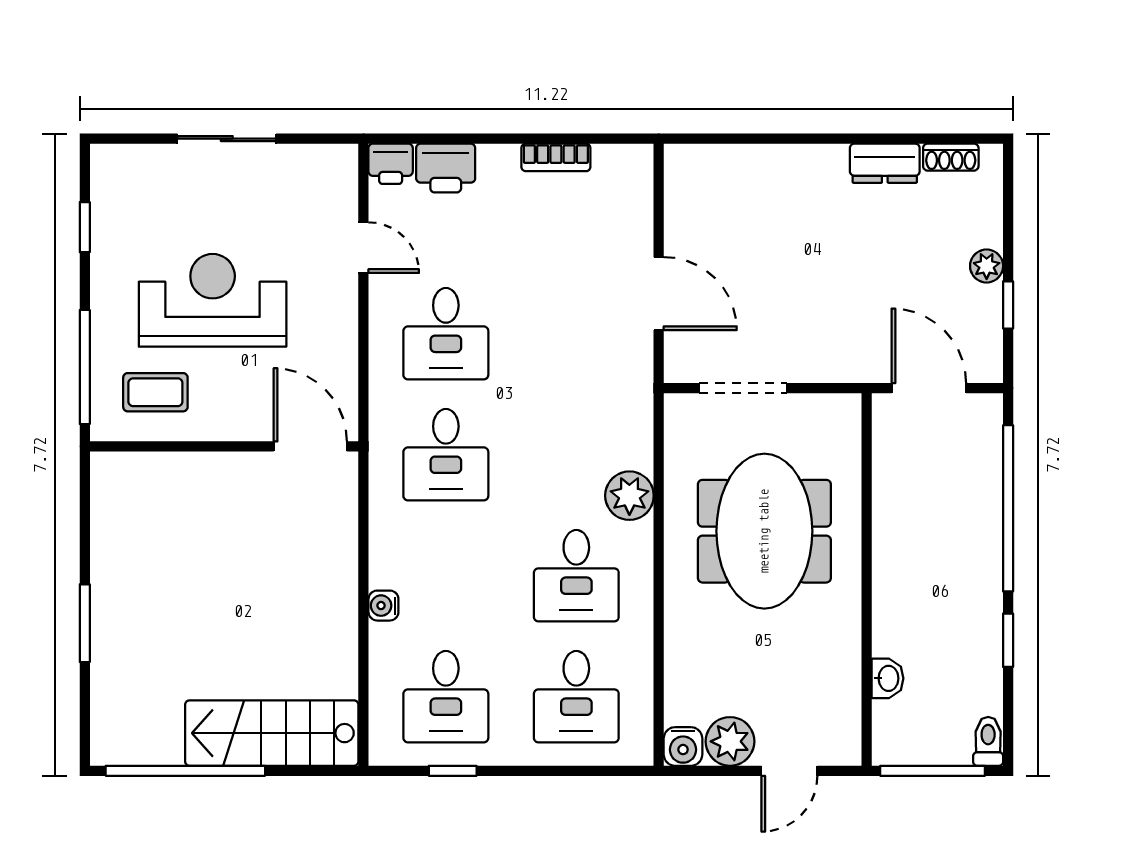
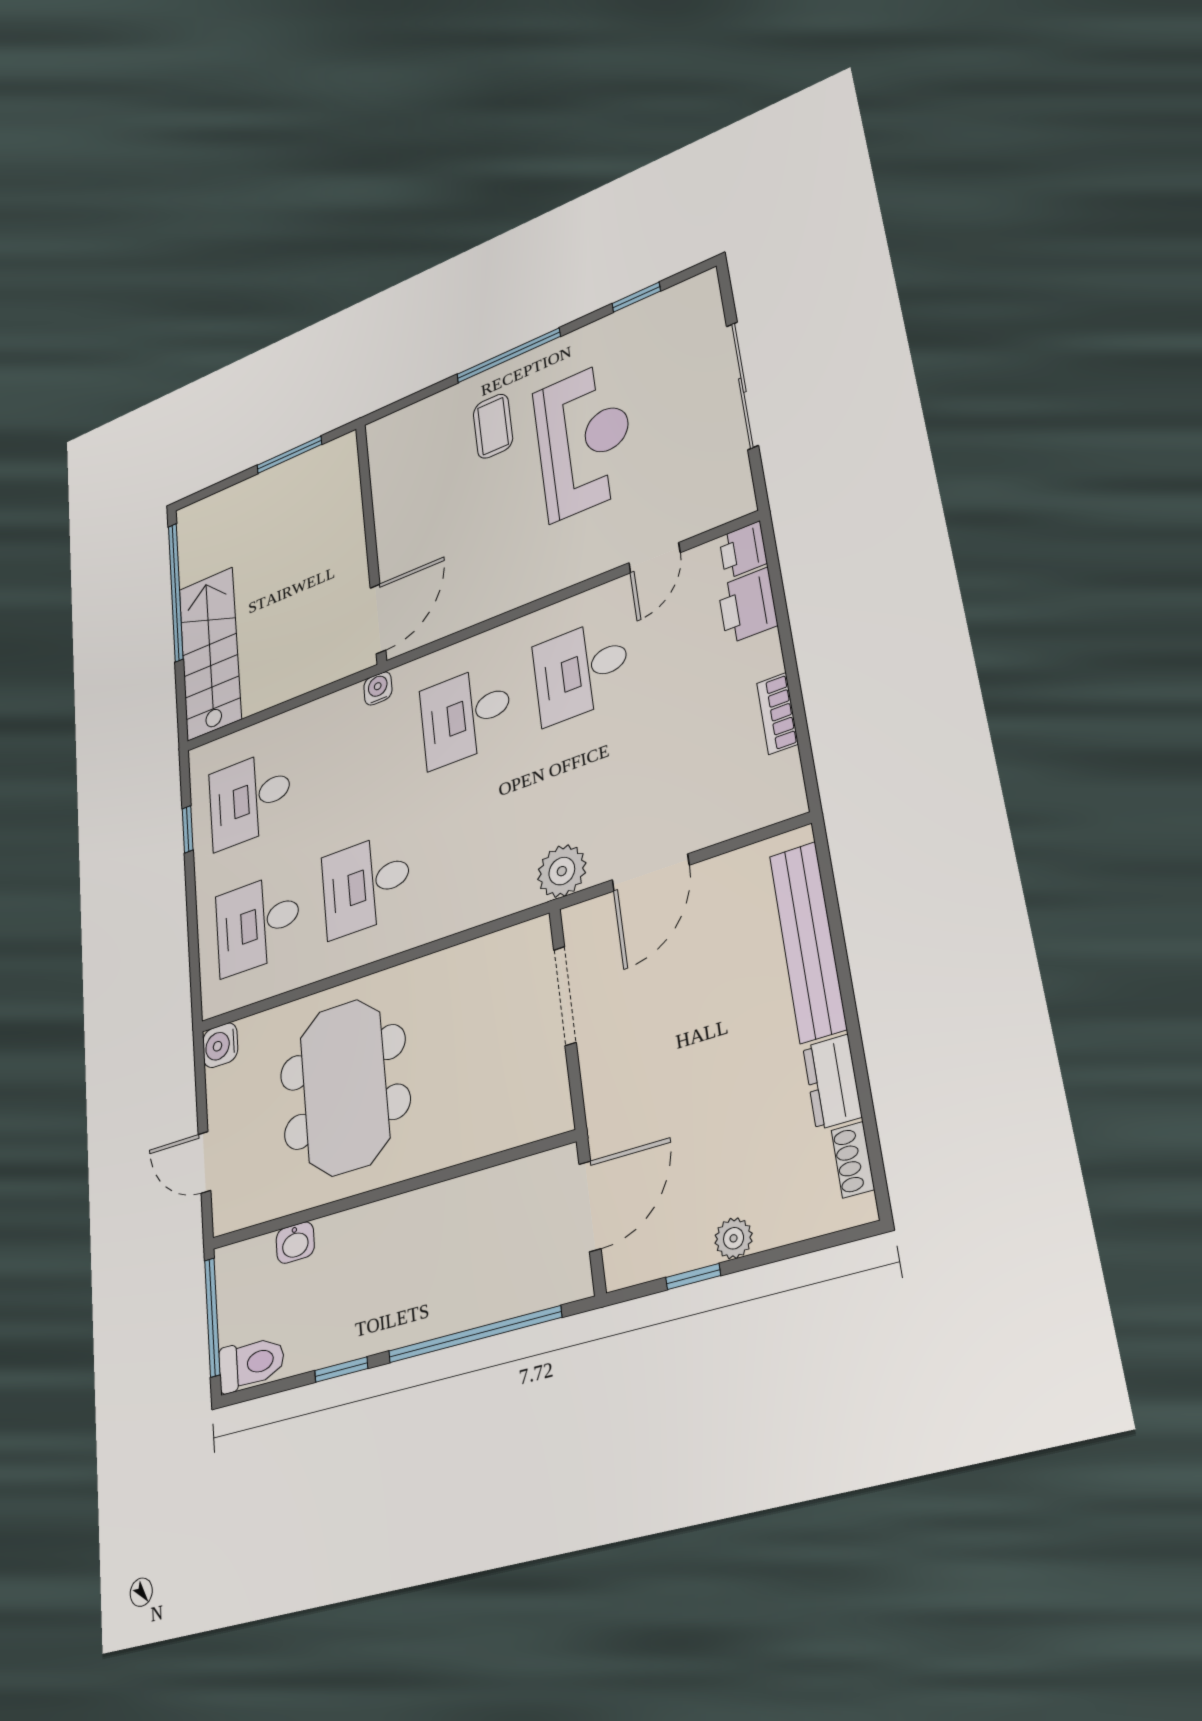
sliding door: (227, 139) -> (742, 385), width x1.37
bench: (764, 164) -> (808, 942), added
wall: (224, 446) -> (371, 542), moved
door: (310, 446) -> (378, 619), moved
plant: (629, 496) -> (562, 871), moved
meeting table: (764, 531) -> (345, 1087), moved, turned 90
water cooler: (383, 606) -> (378, 688), moved
plant: (730, 741) -> (227, 1092), removed
toilet: (988, 741) -> (251, 1364), width x1.37, depth x1.39

